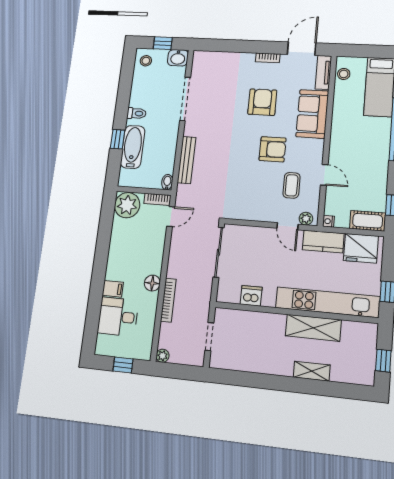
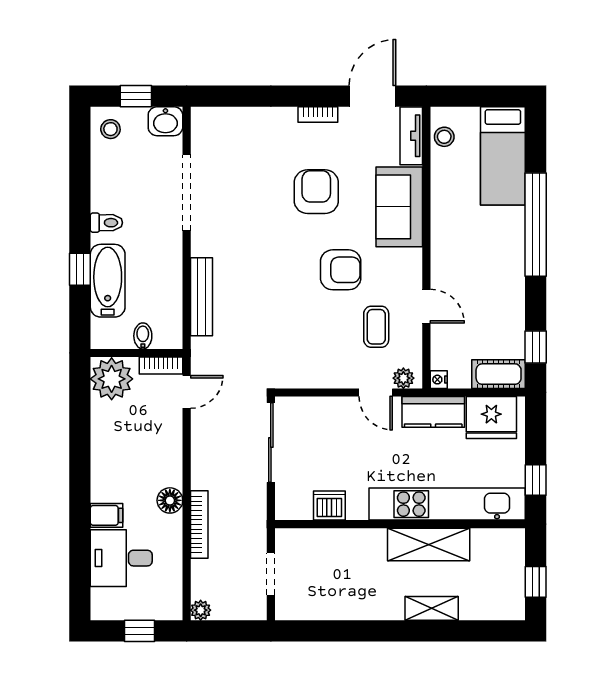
bidet: (167, 182) -> (143, 336), moved

